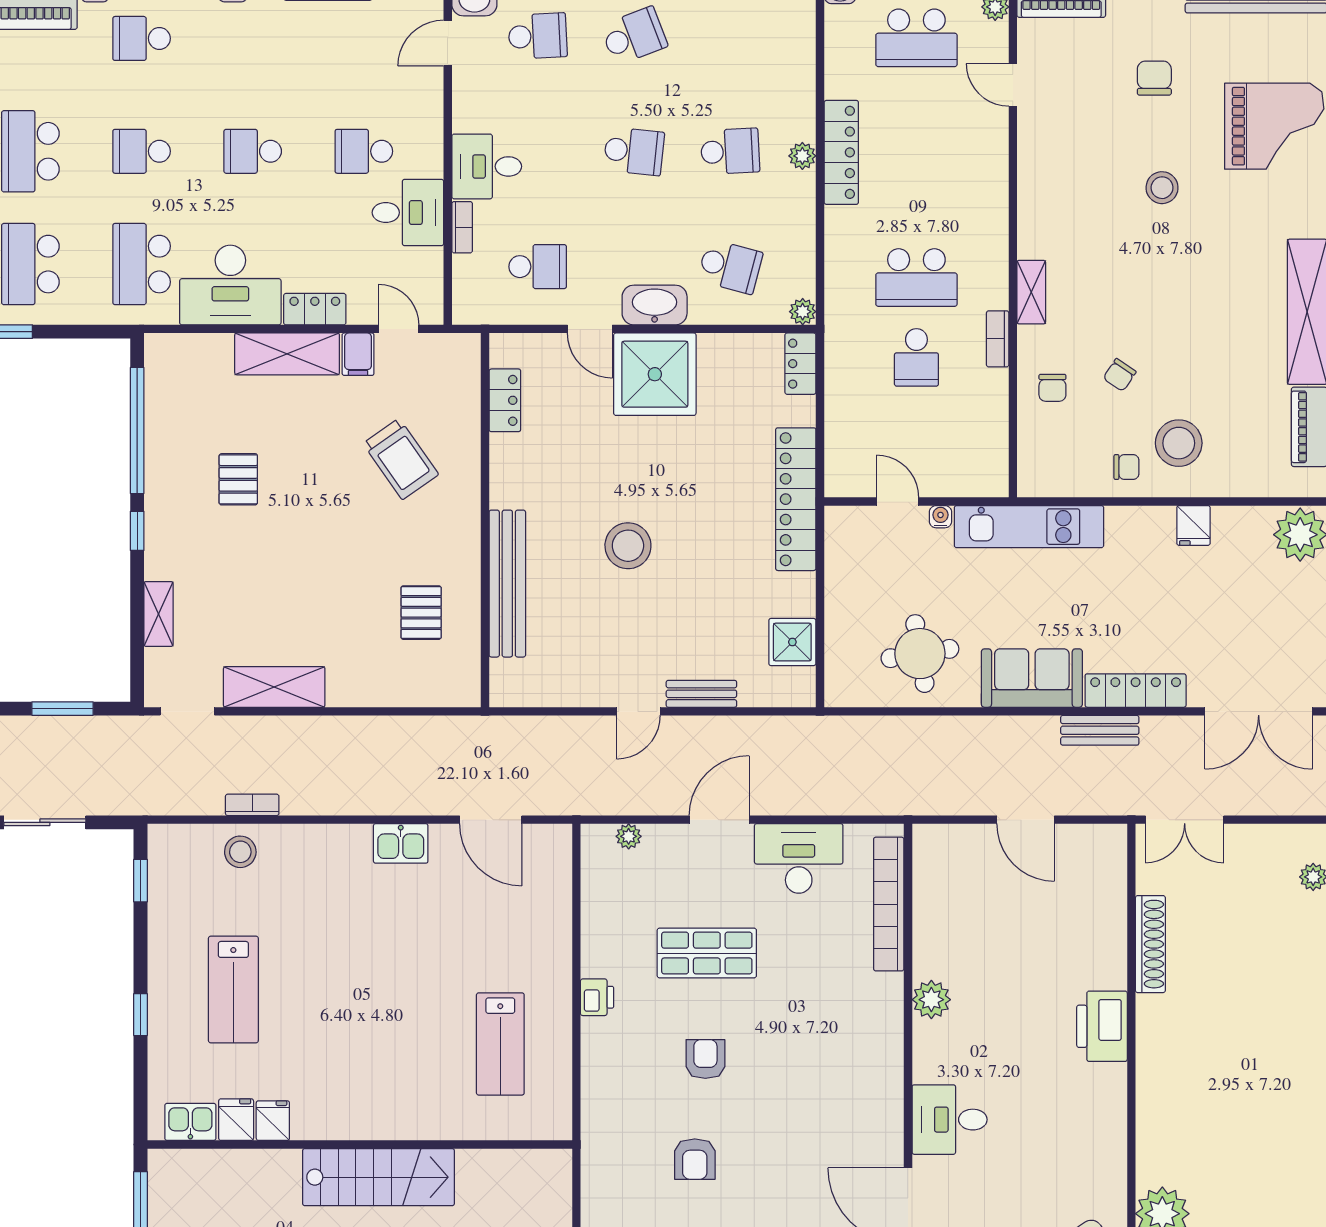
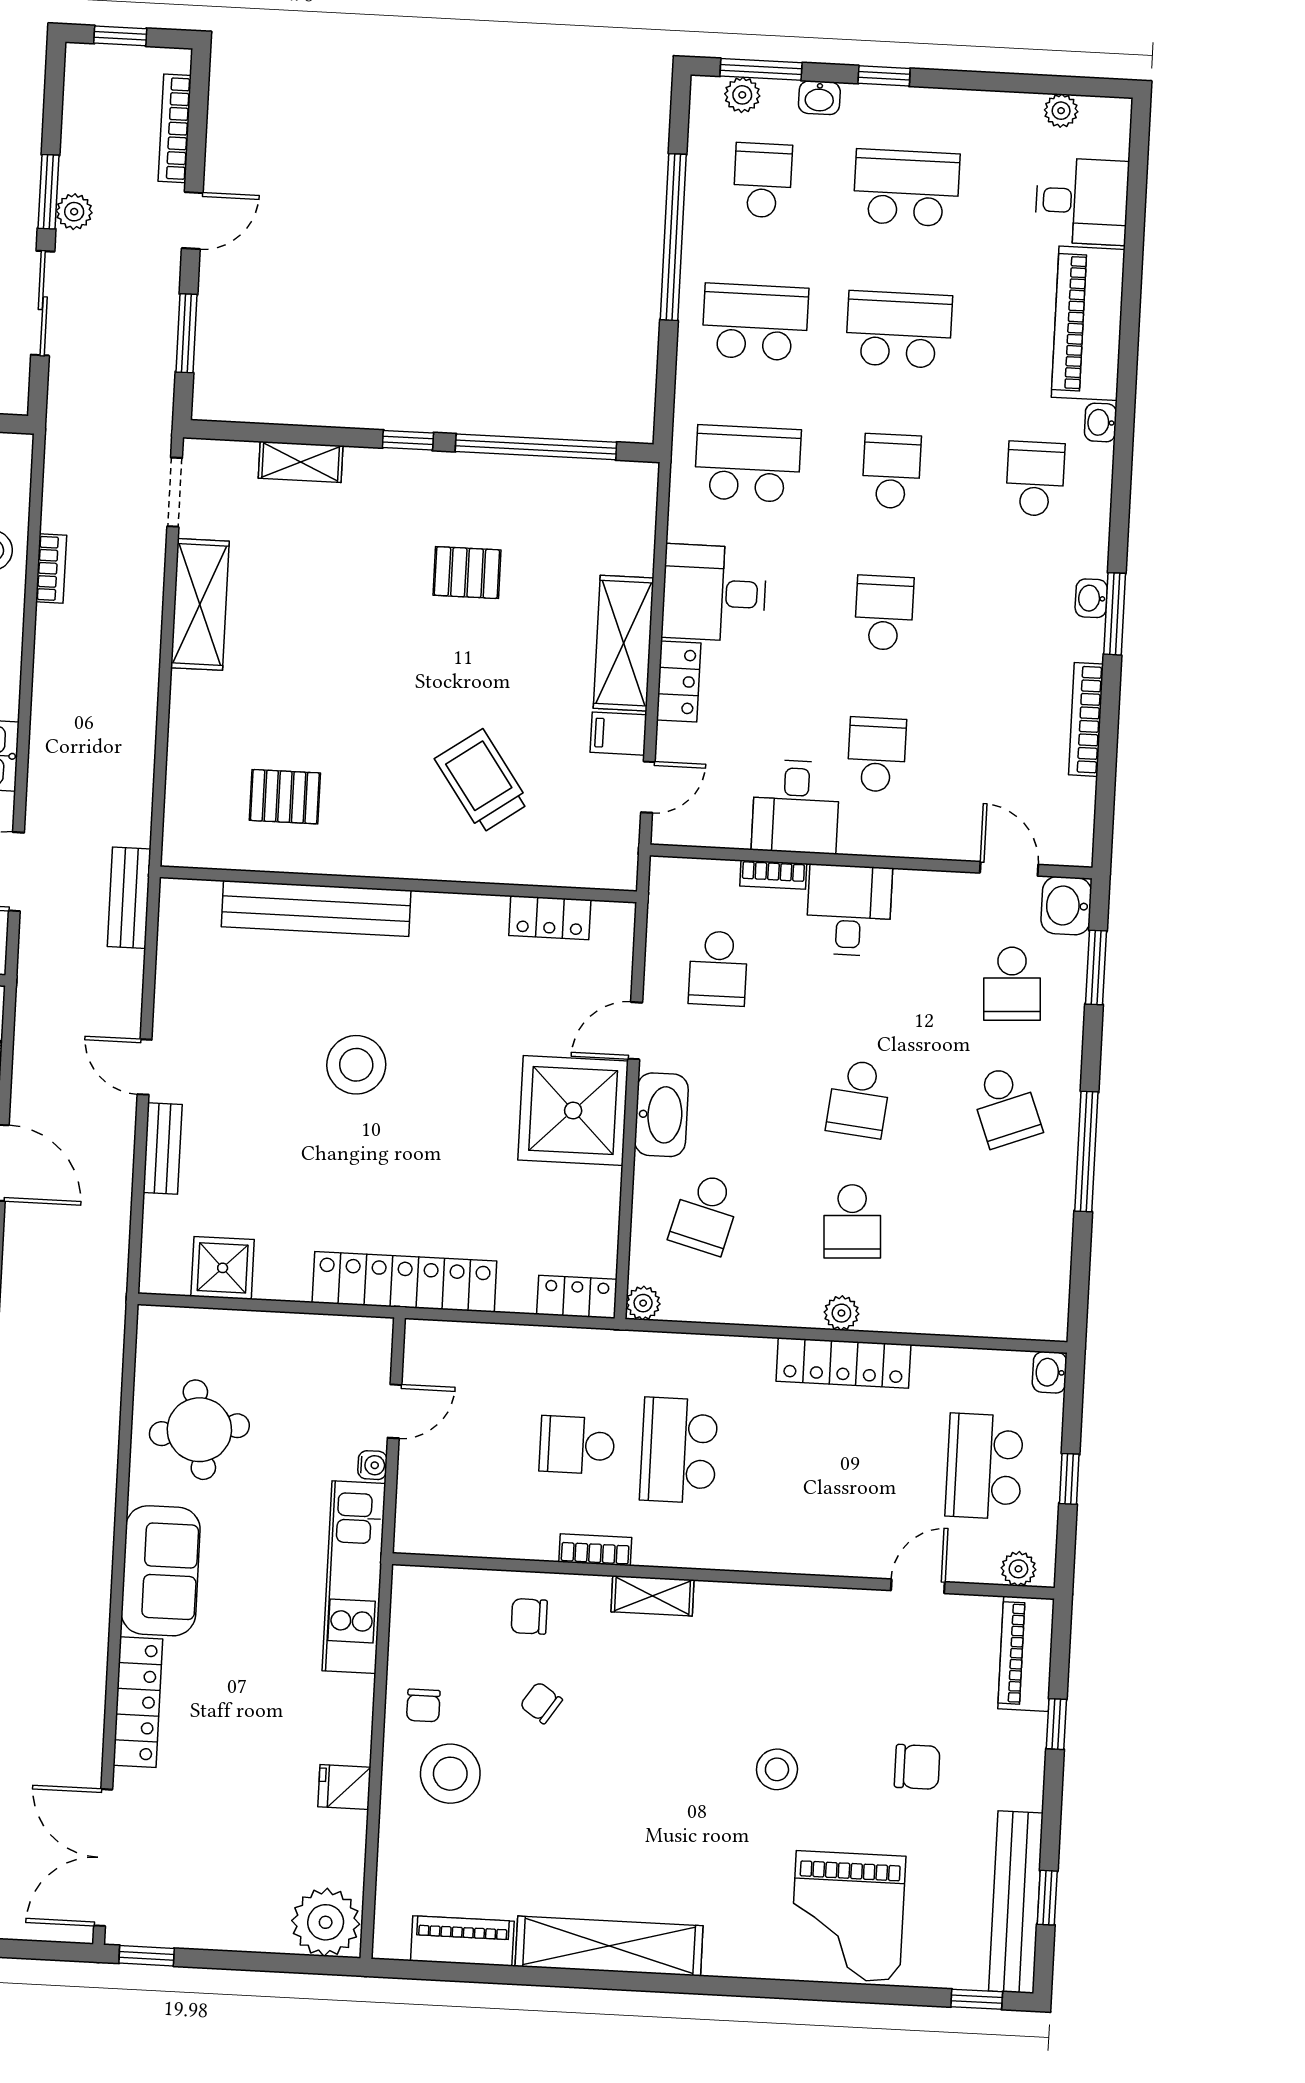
desk: (230, 285) -> (714, 593), width x0.73
trolley: (401, 459) -> (482, 781), turned 90
bench: (1100, 730) -> (129, 898), moved

